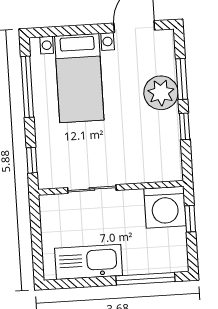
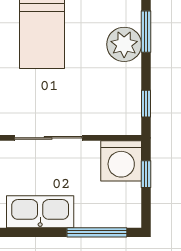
window: (185, 126) -> (146, 104), moved
sliding door: (92, 189) -> (48, 138), width x1.37

